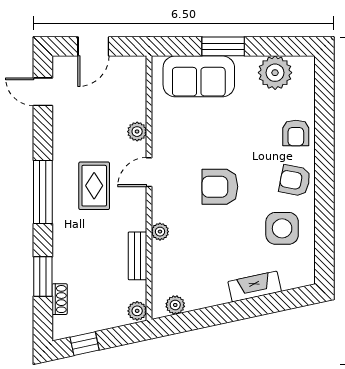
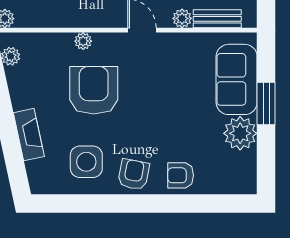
plant: (275, 73) -> (240, 133), moved
armchair: (220, 187) -> (94, 90), moved, width x1.36, depth x1.36
bench: (137, 256) -> (217, 19), moved

